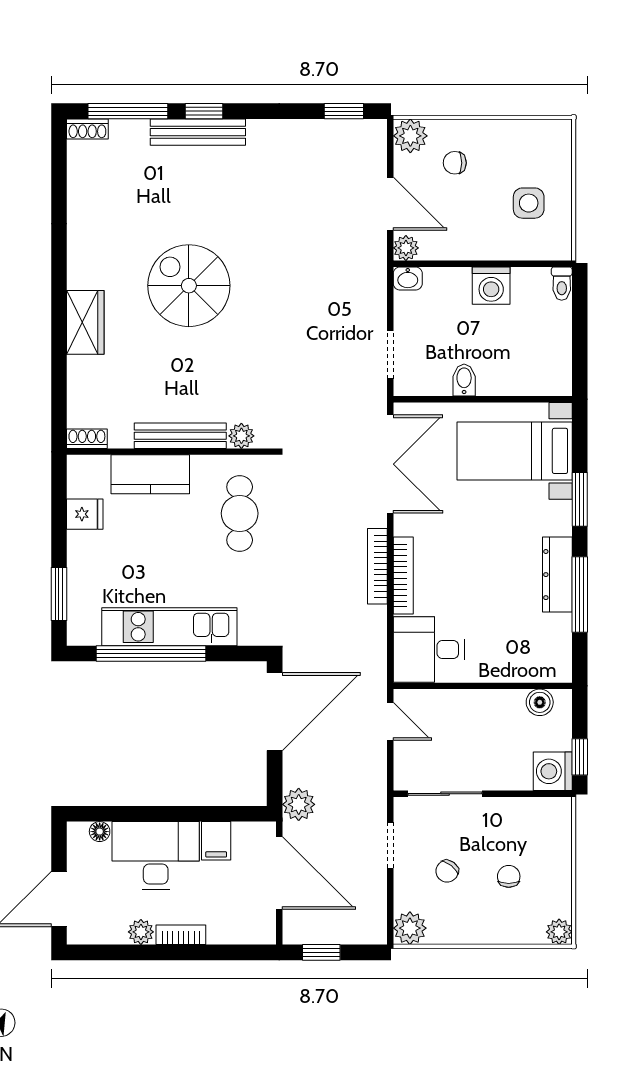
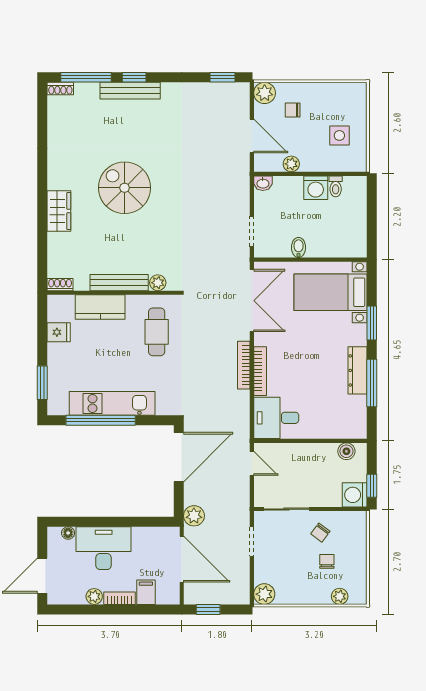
plant: (406, 248) -> (291, 164), moved
toilet: (562, 284) -> (336, 186), moved
filing cabinet: (216, 841) -> (146, 592), moved, turned 180
chair: (447, 871) -> (320, 533), moved
plant: (559, 932) -> (340, 596), moved

